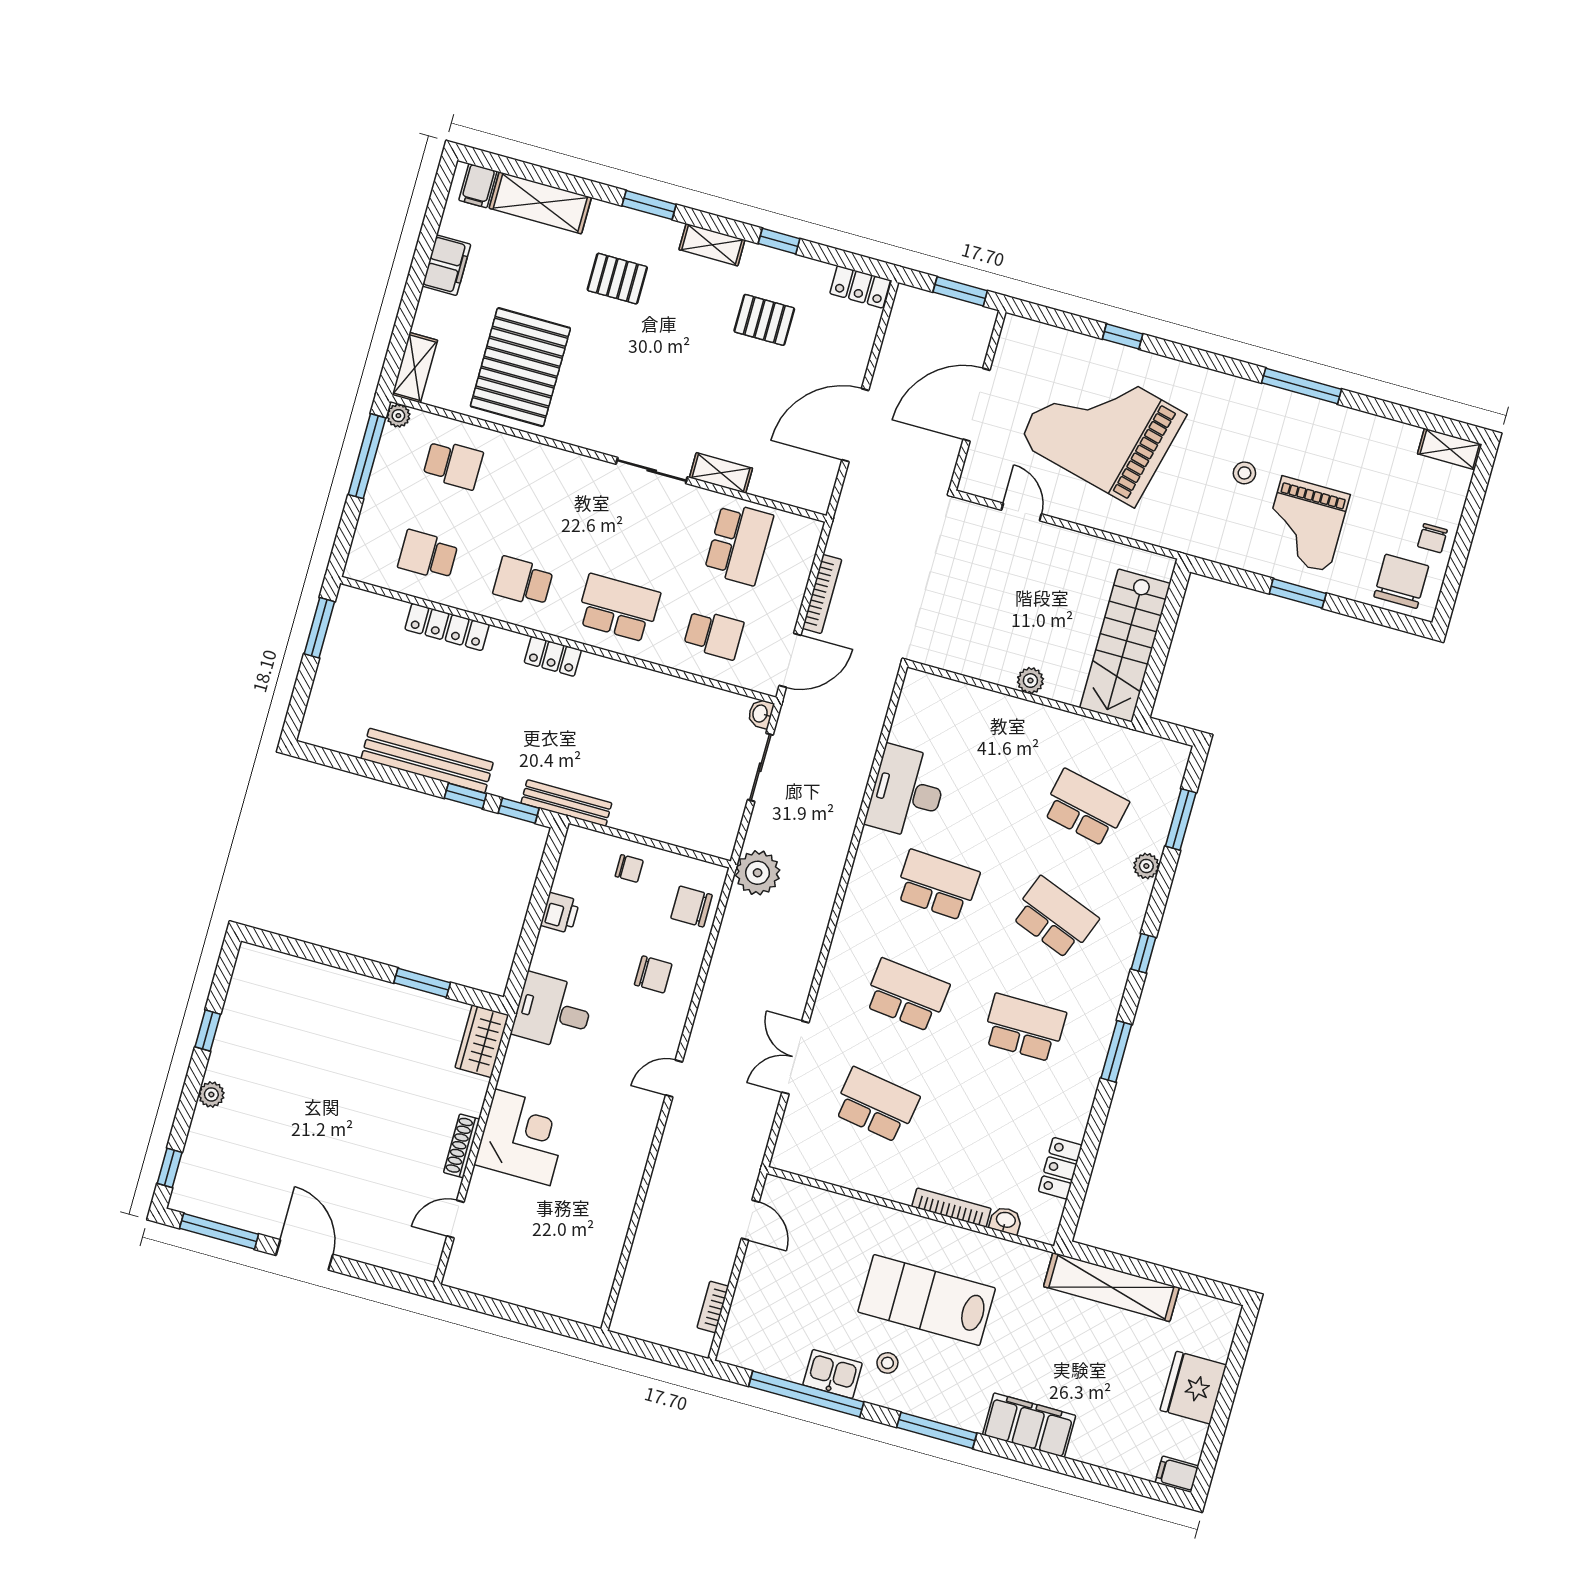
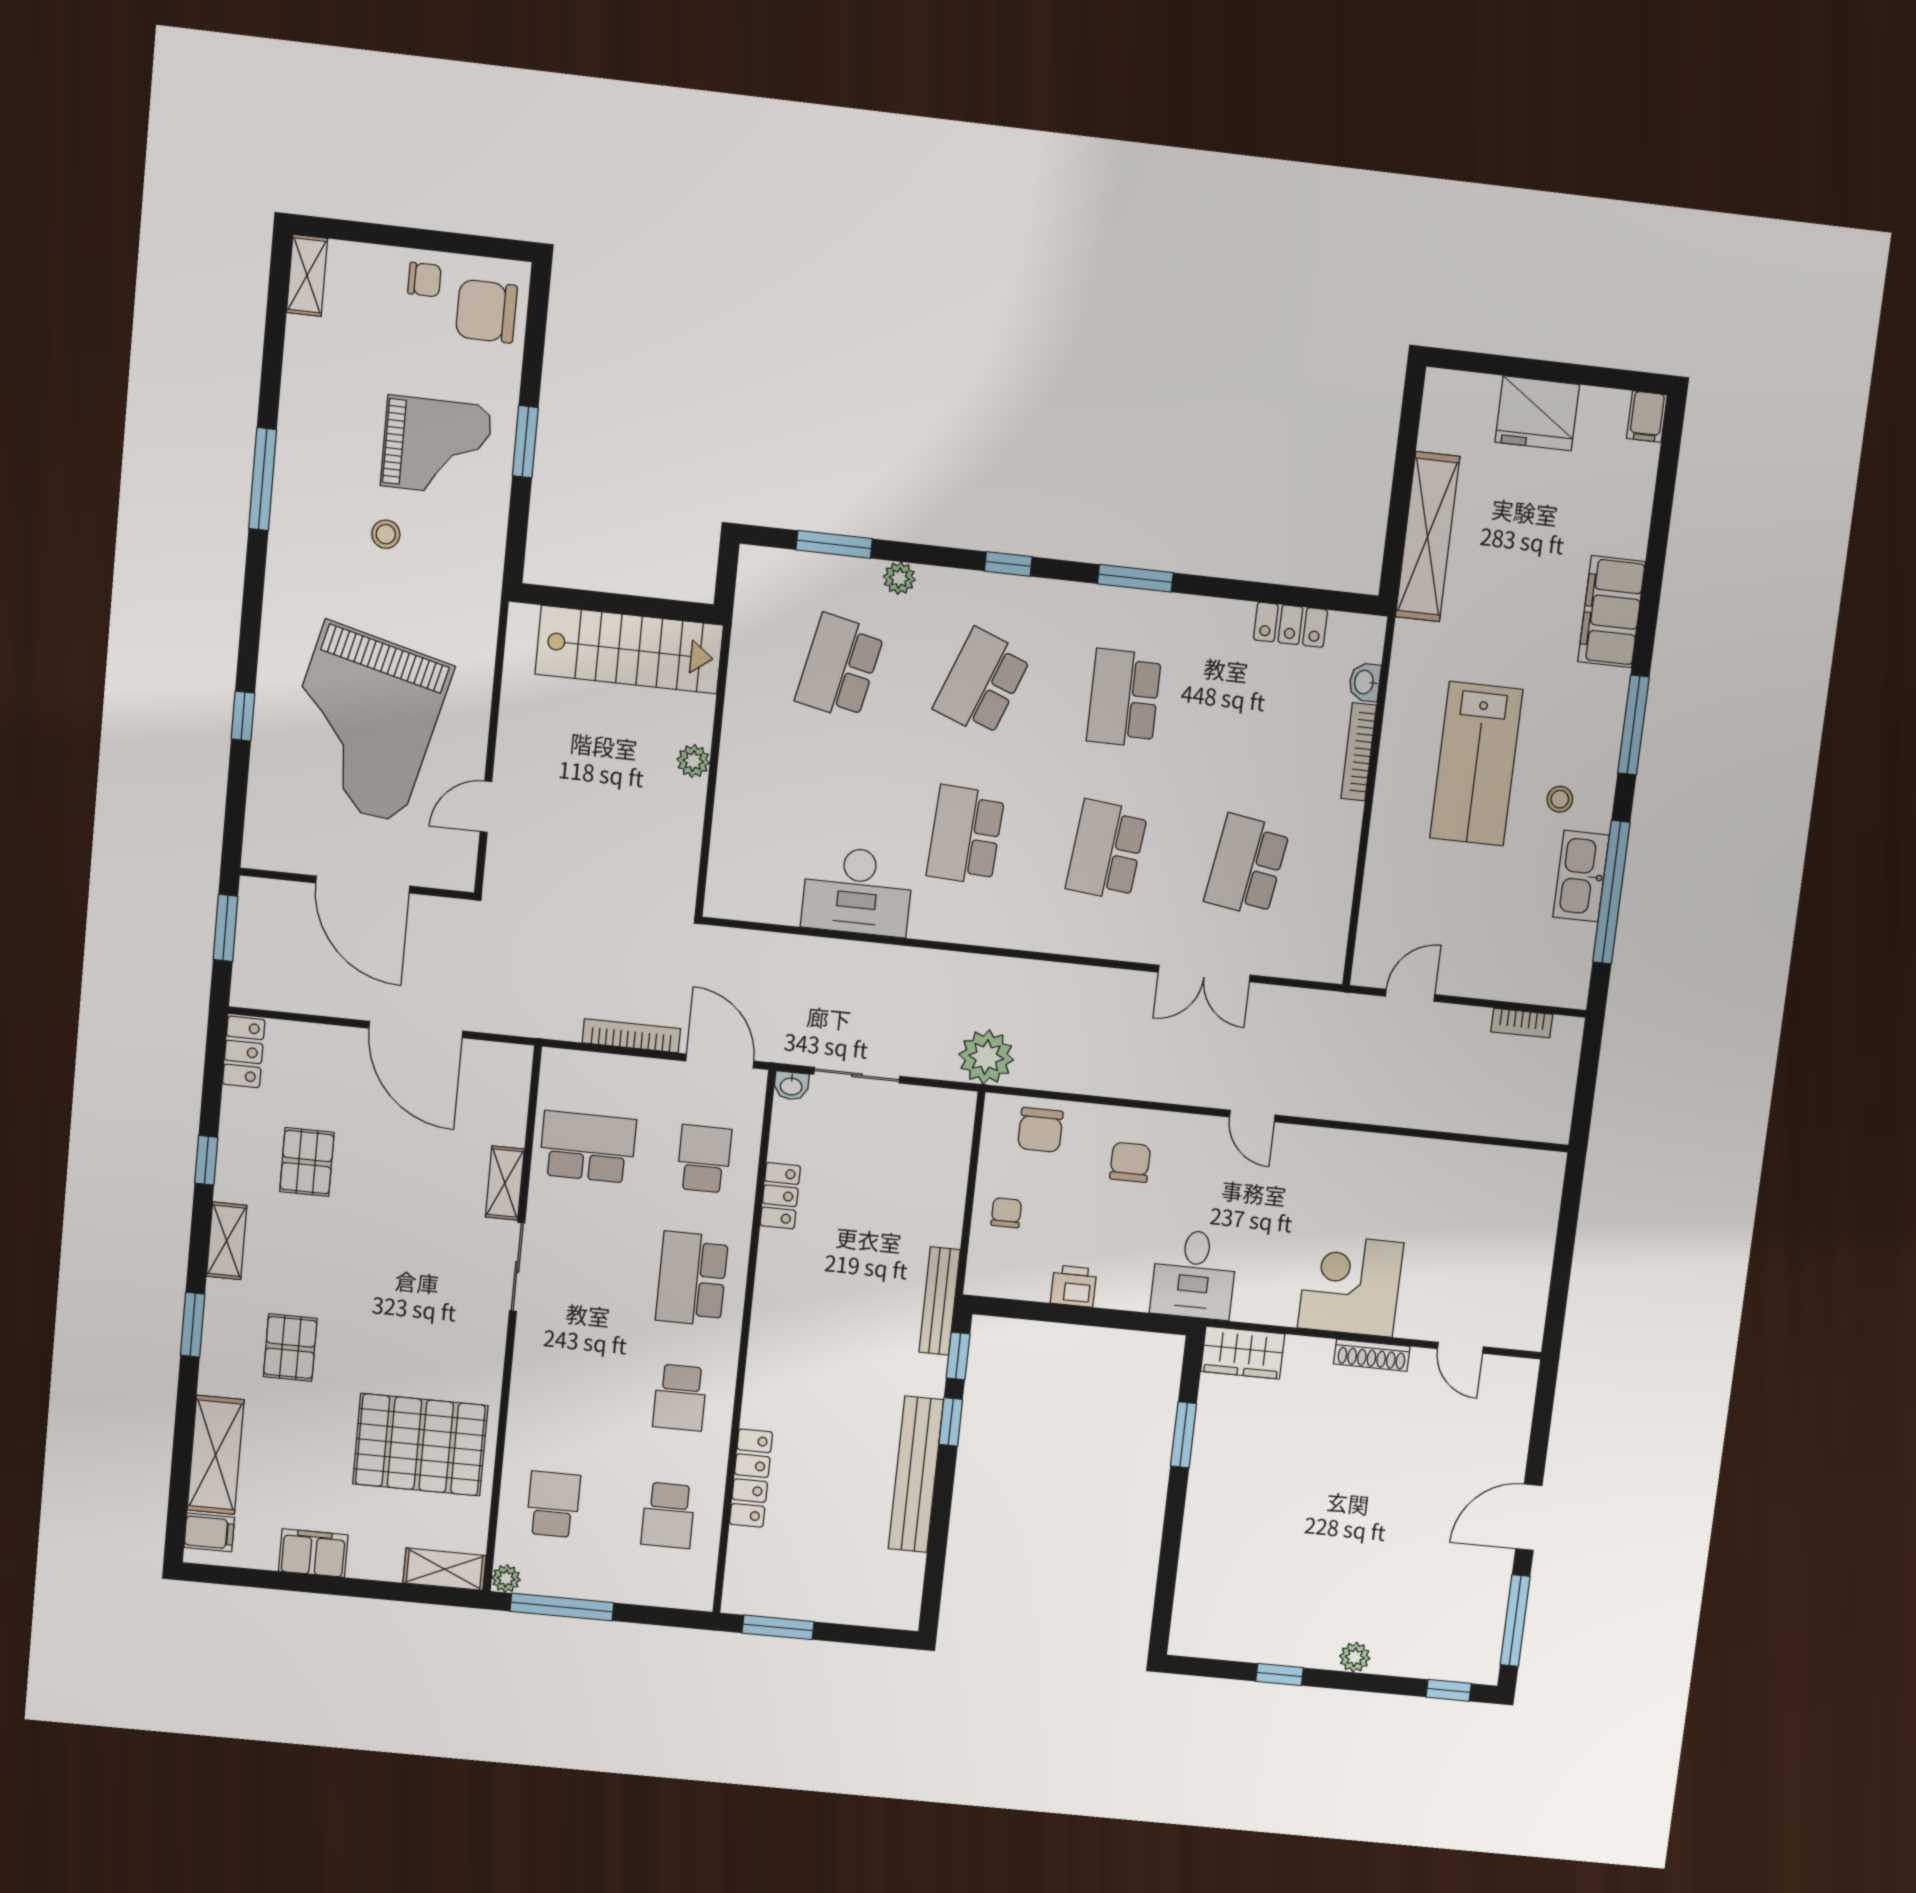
locker: (553, 656) -> (780, 1196), moved
kitchen sink: (833, 1374) -> (1581, 876), width x1.38

